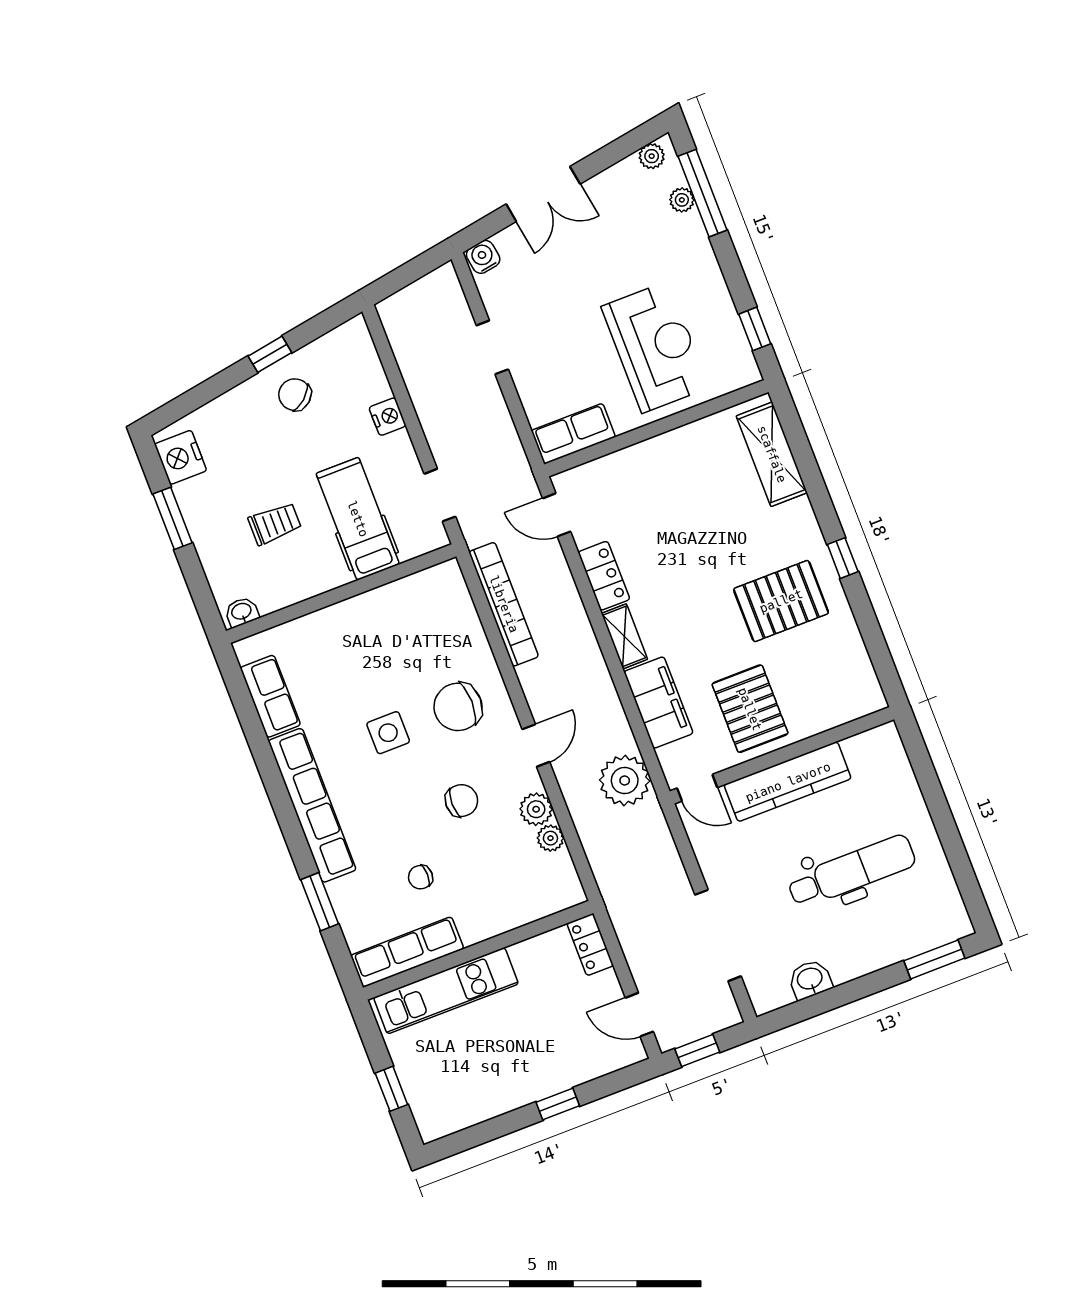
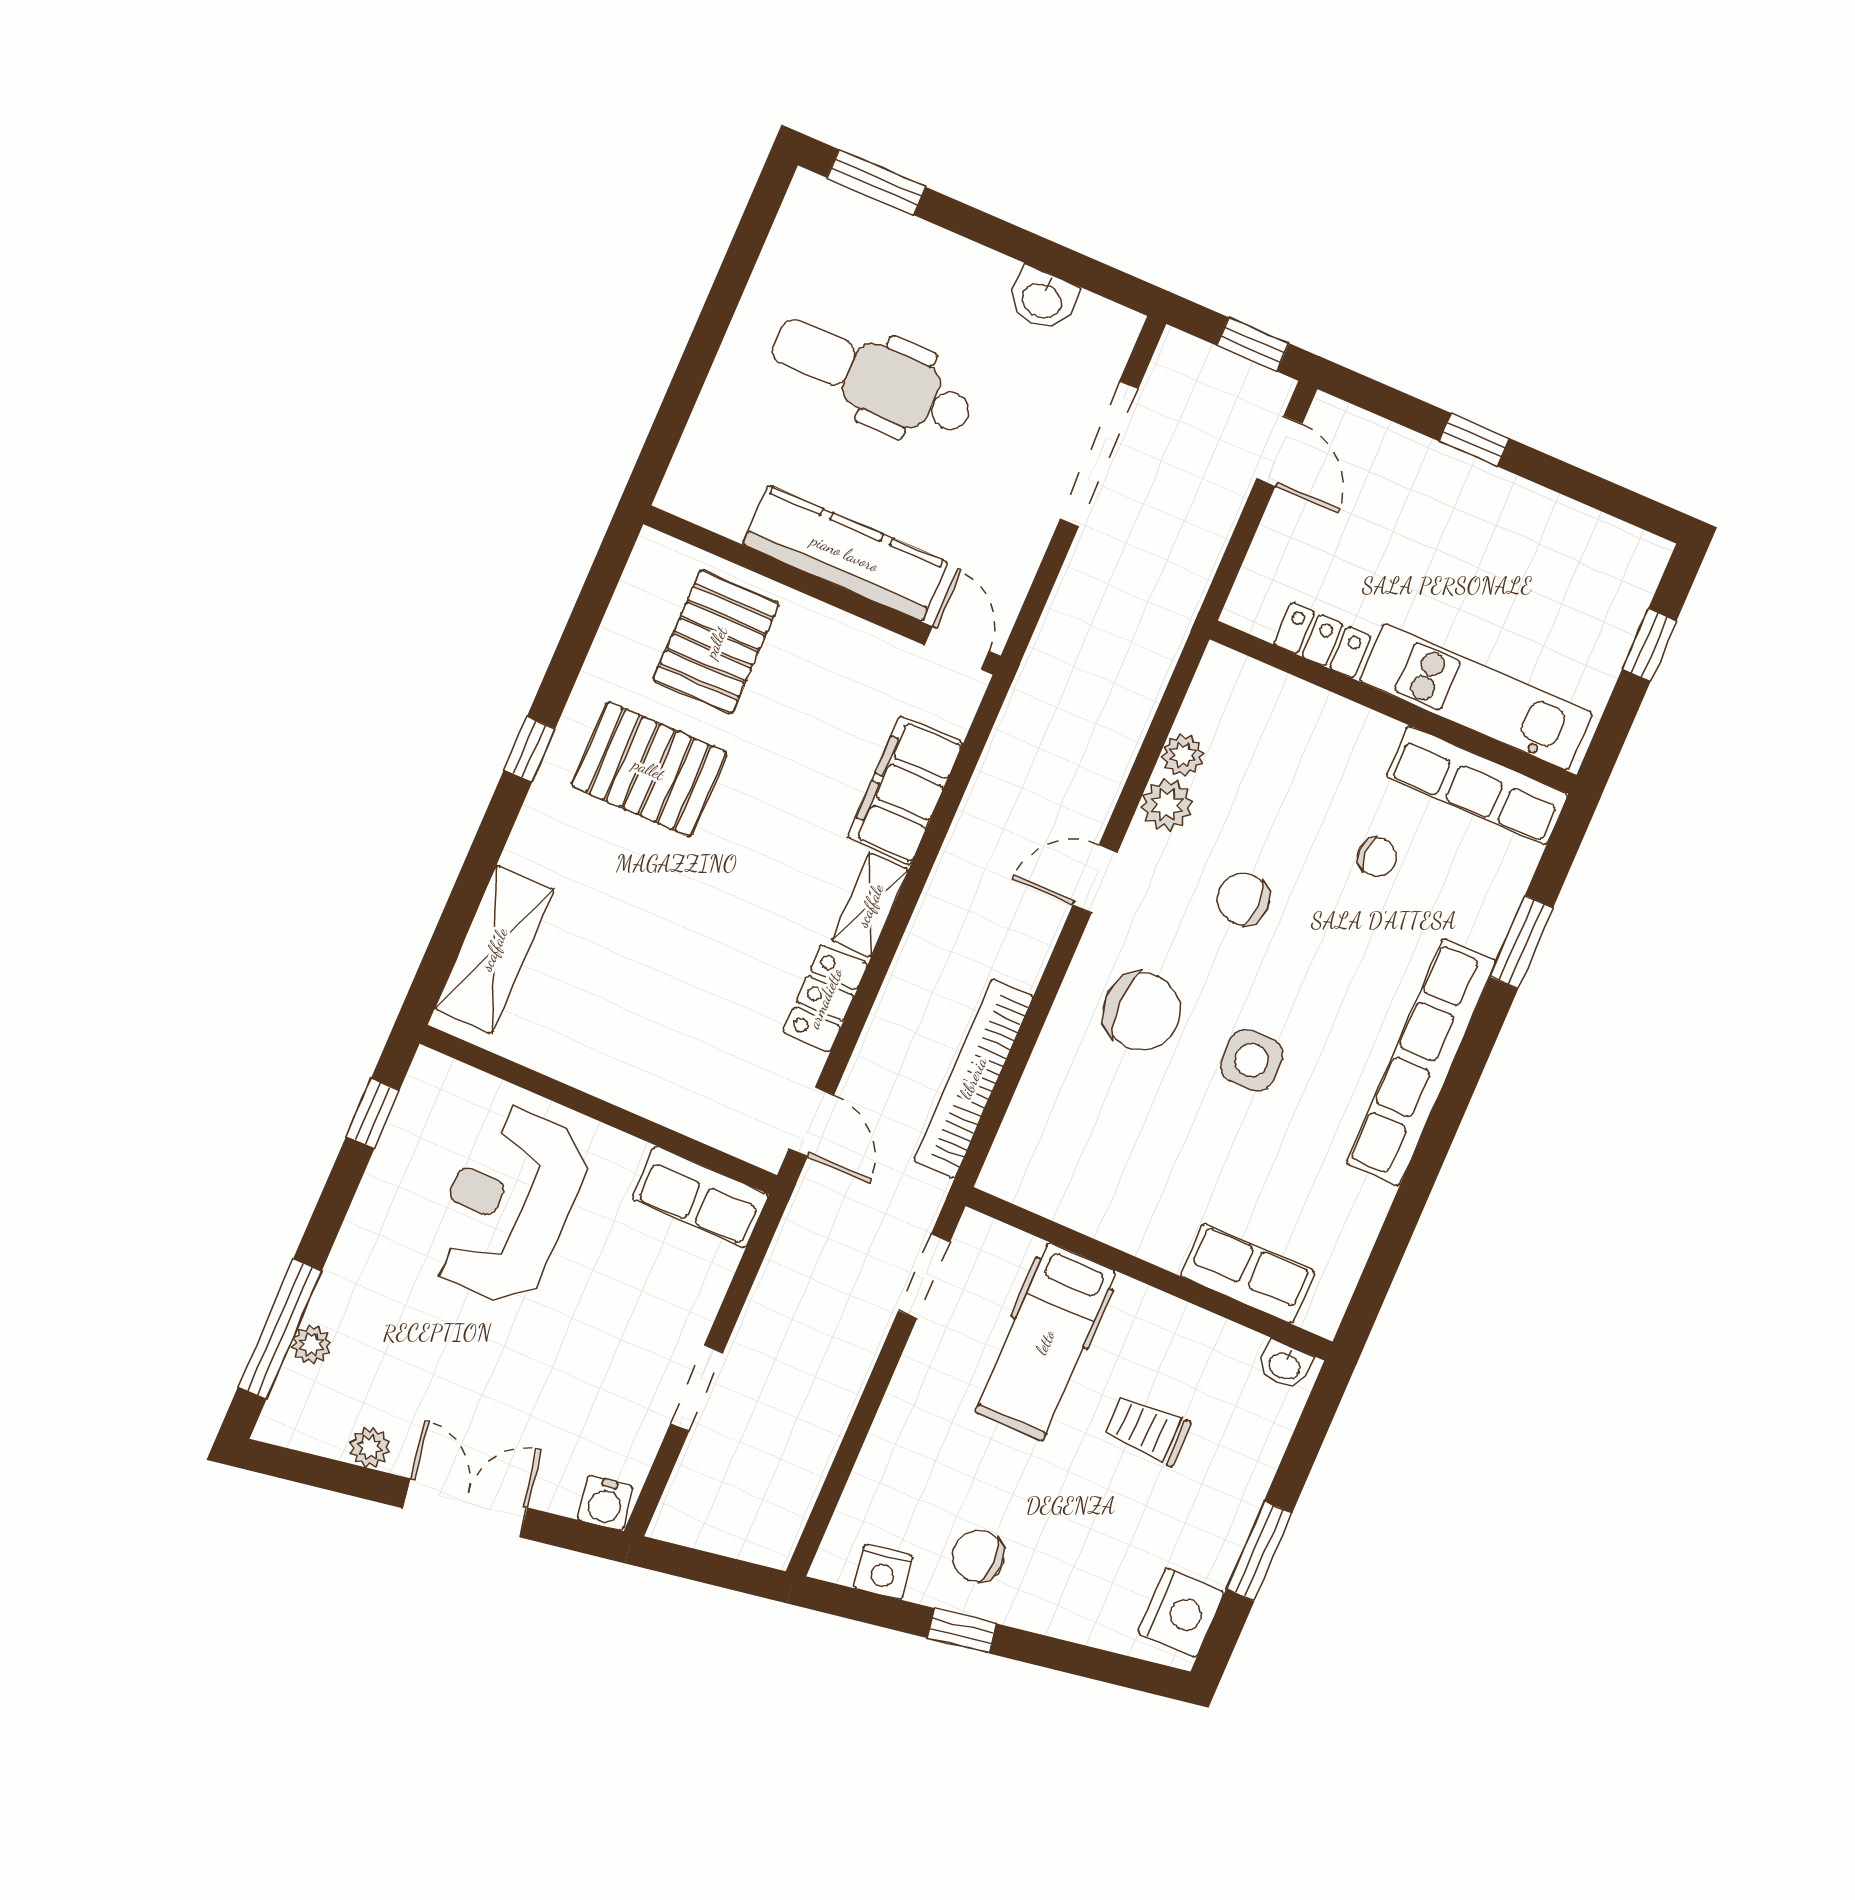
plant: (652, 156) -> (370, 1447), moved
chair: (295, 395) -> (978, 1556), turned 131
nightstand: (388, 417) -> (883, 1572), moved, turned -99
row of seats: (270, 696) -> (1248, 1273), moved, turned 90
pallet: (750, 709) -> (716, 642), moved
plant: (625, 780) -> (1032, 738), removed
locker: (590, 945) -> (1322, 640), moved, turned -90

